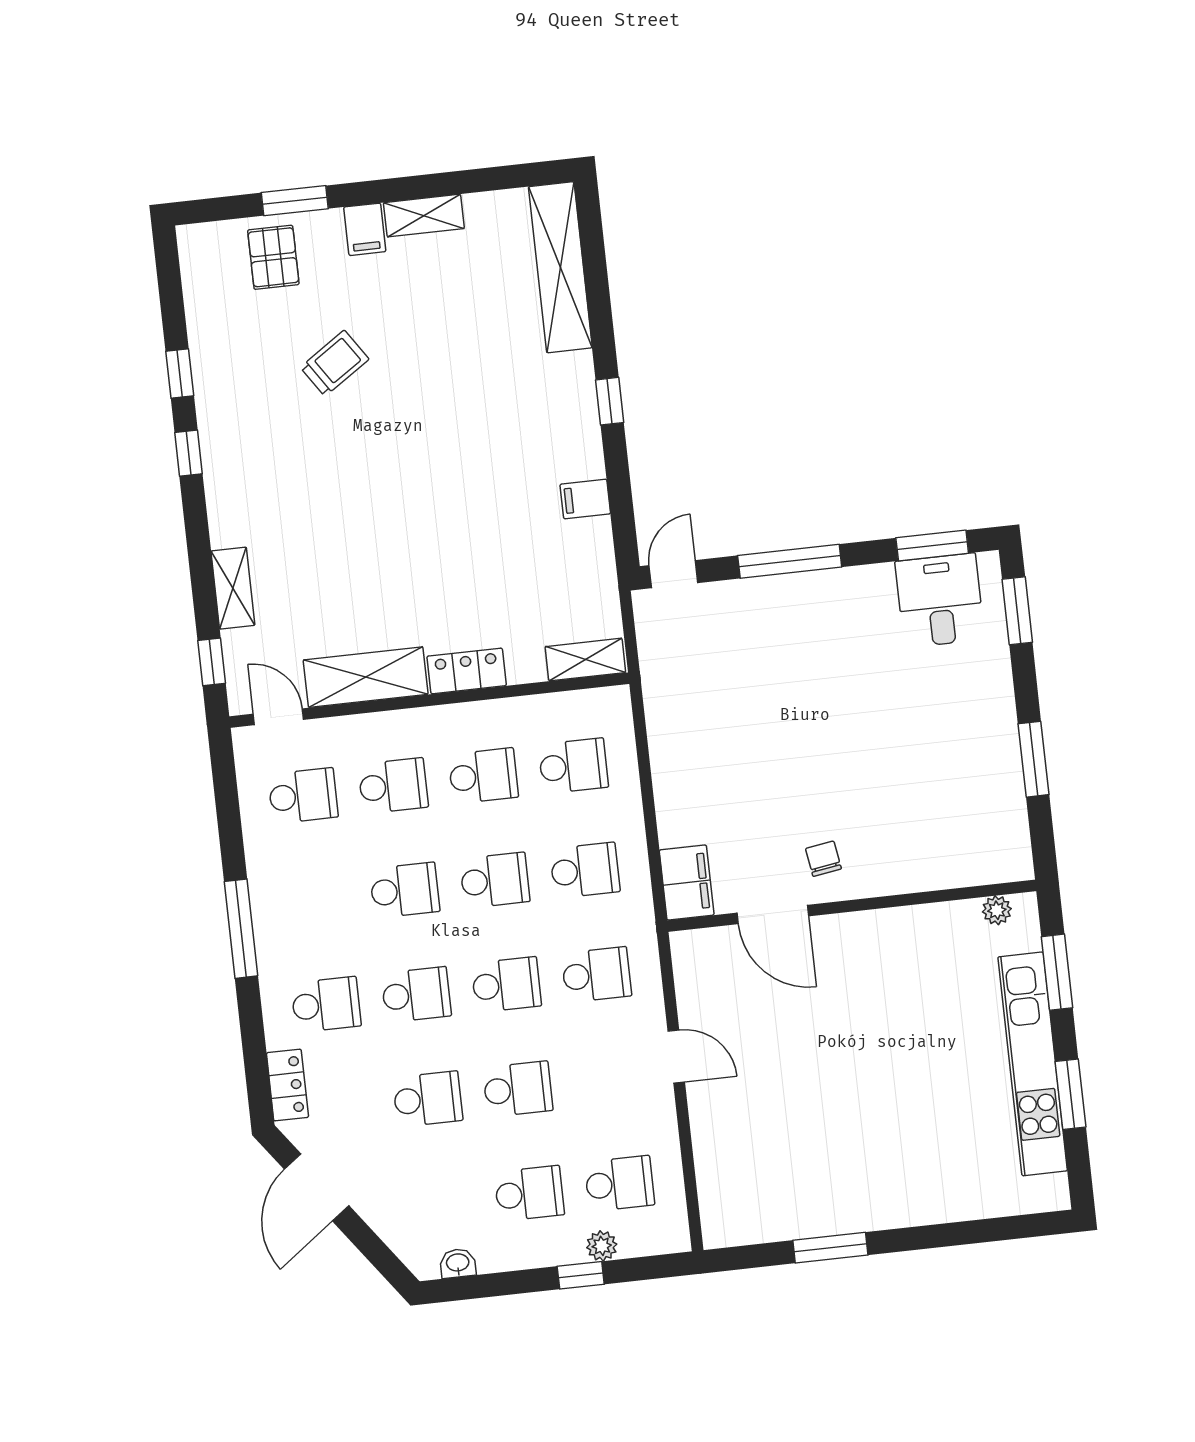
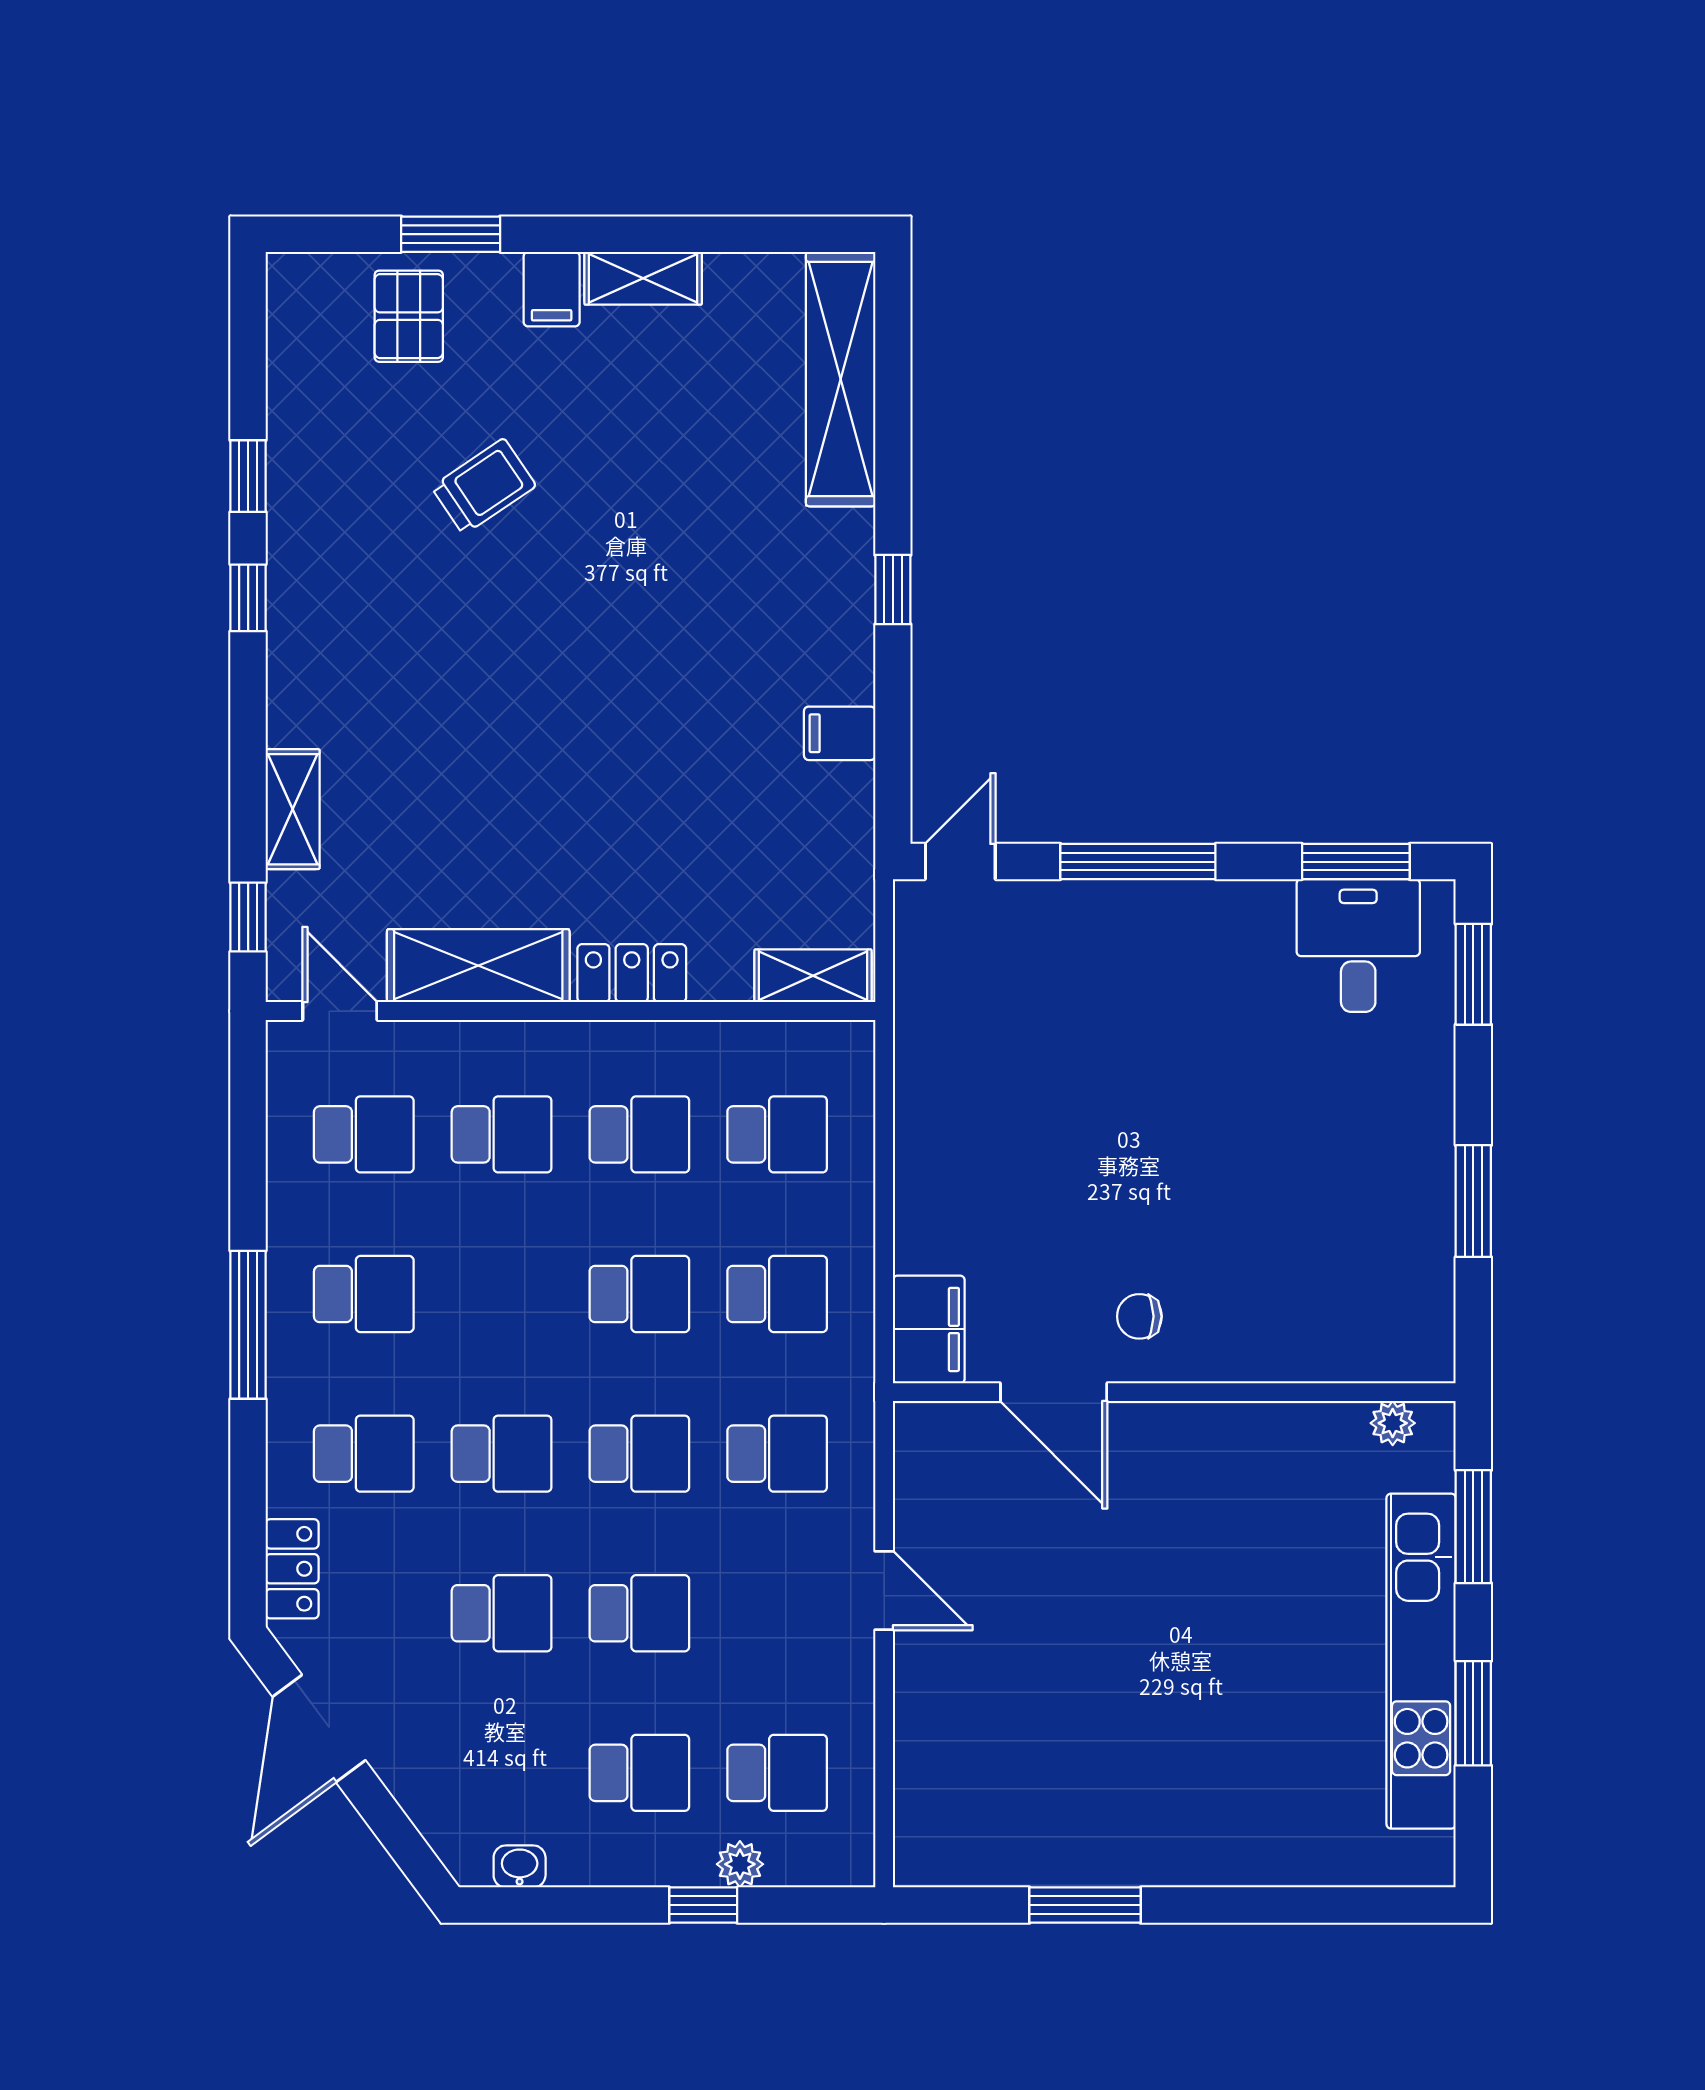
chair: (823, 859) -> (1139, 1316), turned -81
school desk: (405, 890) -> (364, 1294), moved

